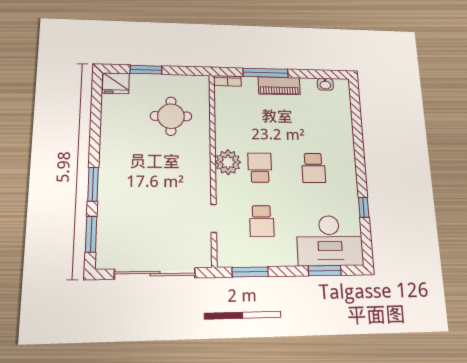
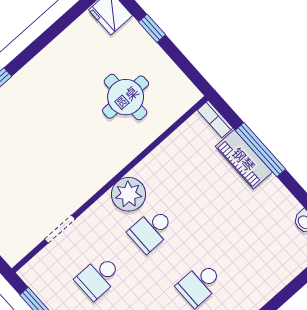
window: (146, 70) -> (152, 28), width x0.67
piano: (279, 86) -> (244, 159), moved
school desk: (260, 168) -> (151, 230), turned 180

